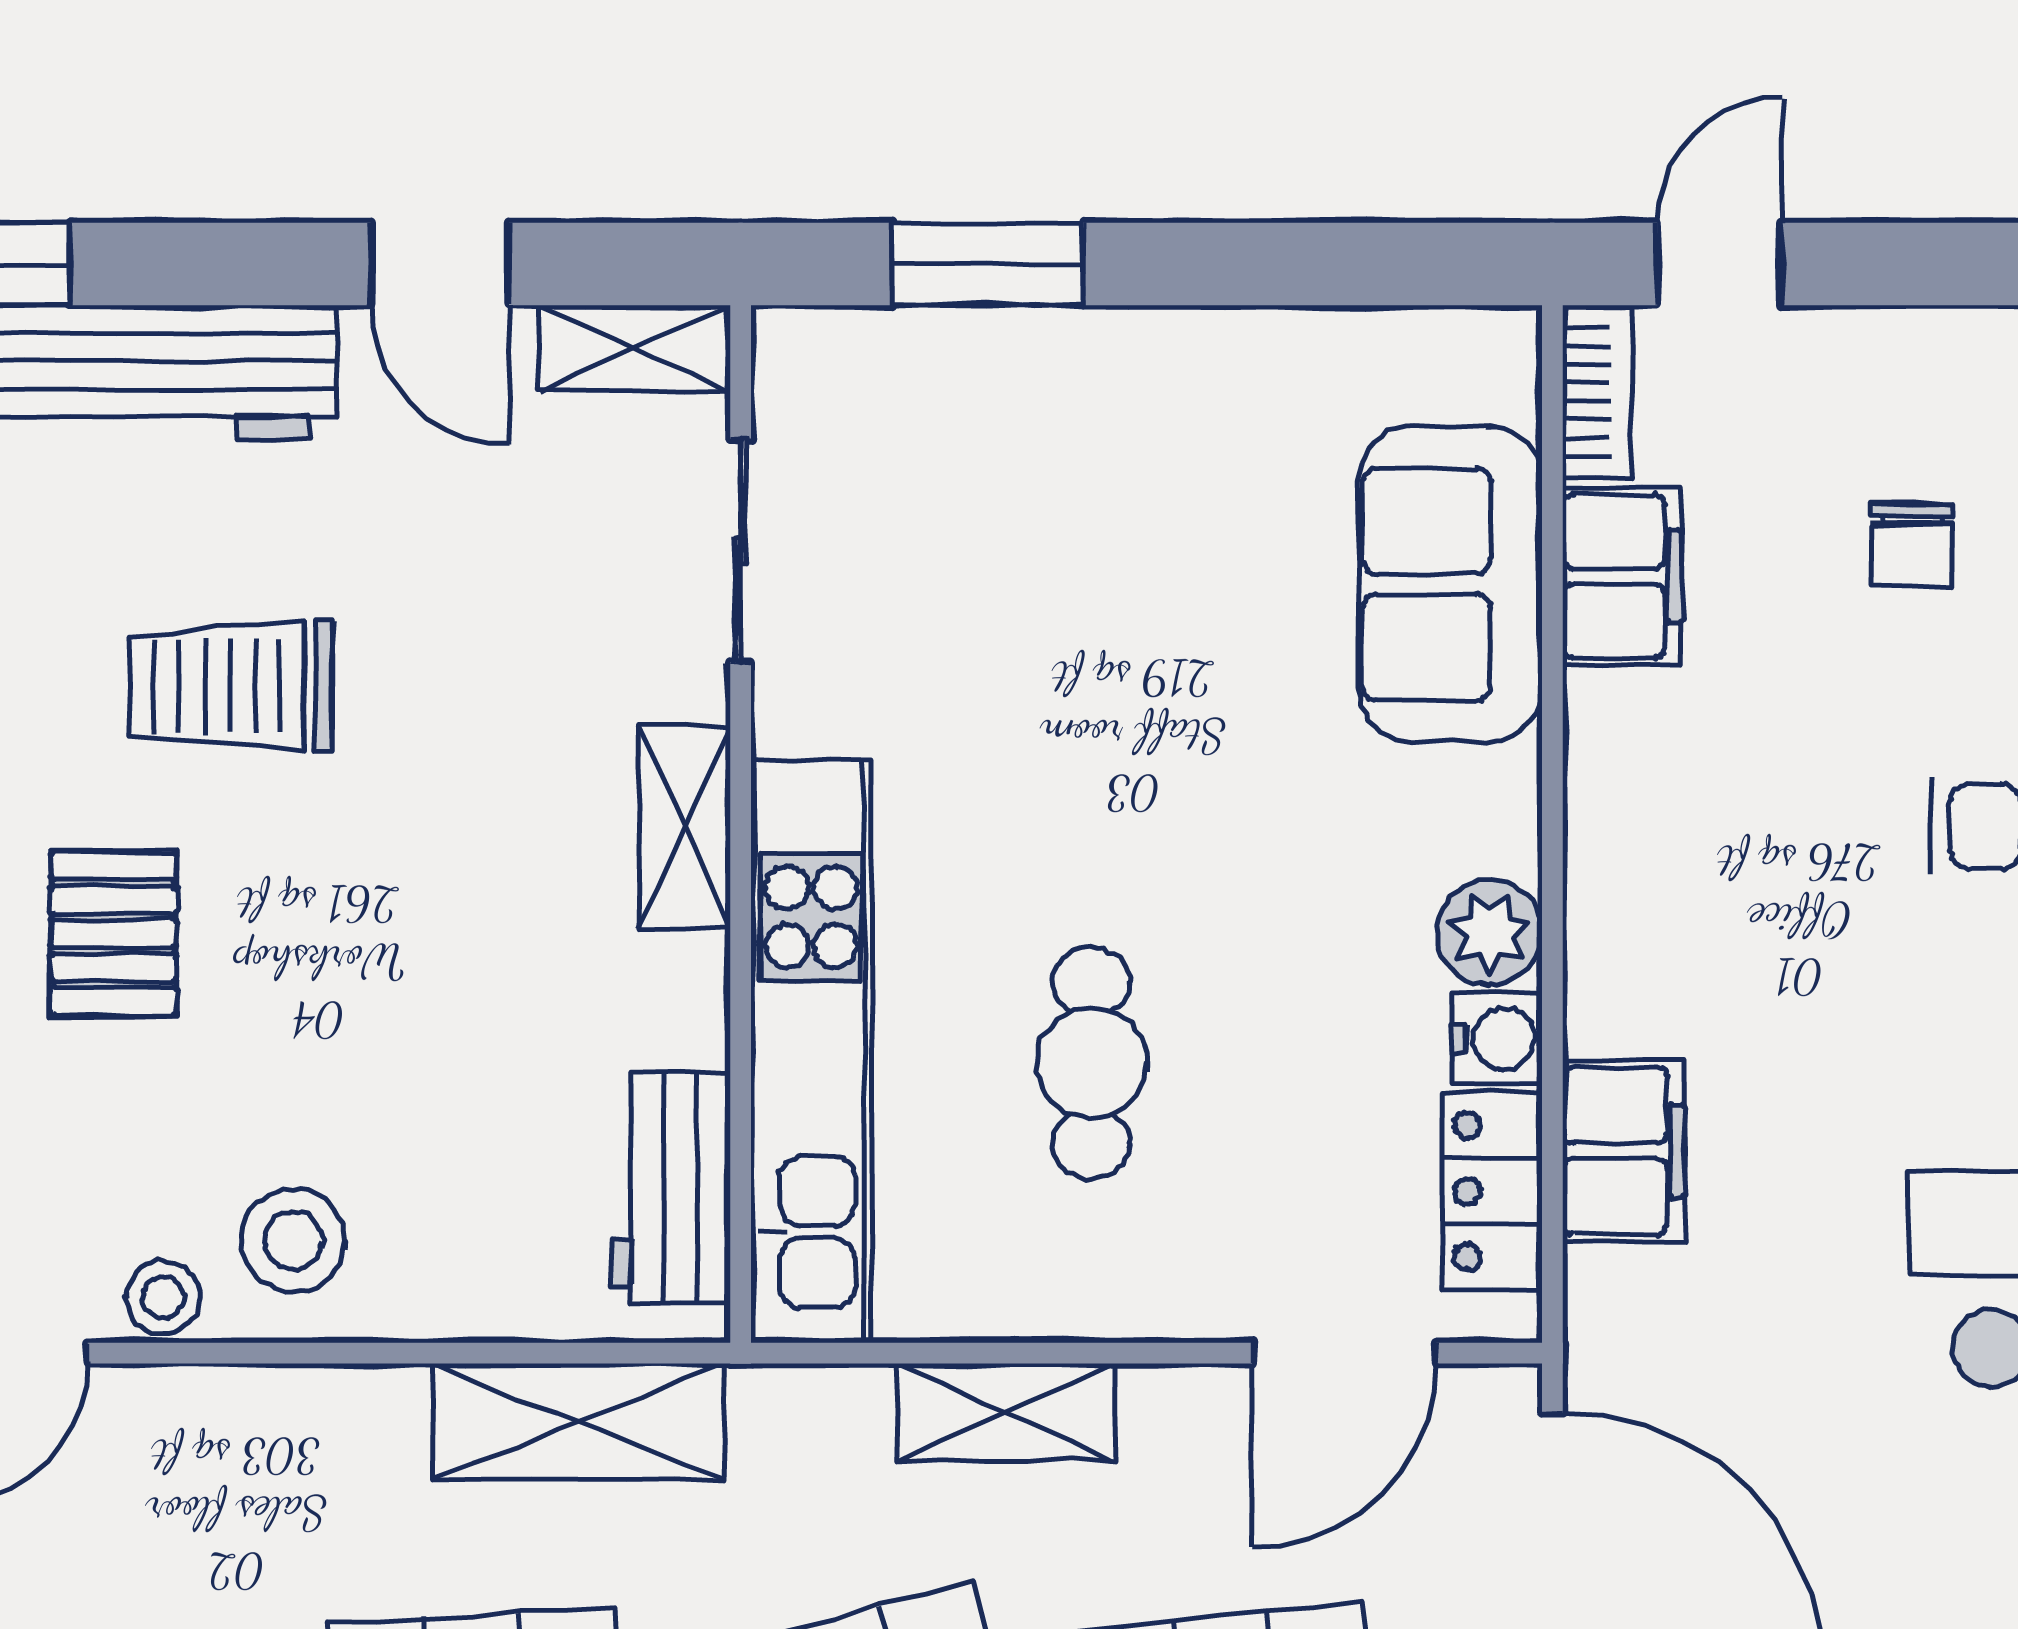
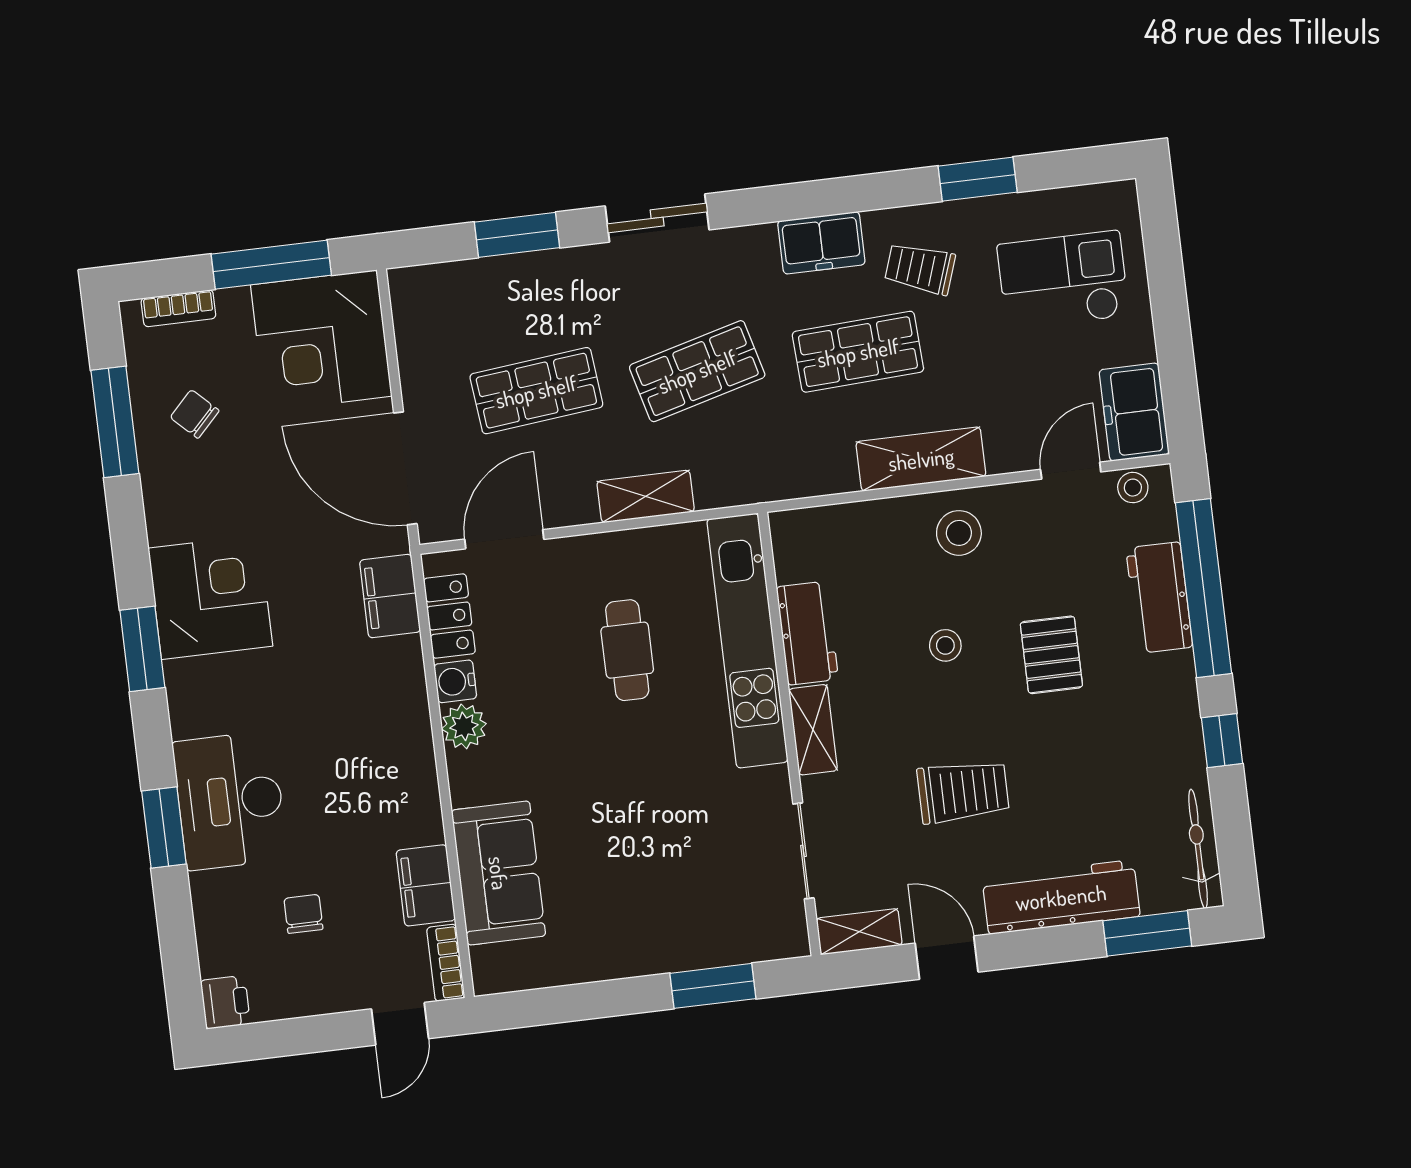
trolley: (231, 686) -> (963, 791), moved
filing cabinet: (1623, 1151) -> (390, 596), moved
workbench: (671, 1188) -> (807, 633), moved
stool: (163, 1297) -> (945, 645), moved
shelving: (579, 1422) -> (921, 459), moved

